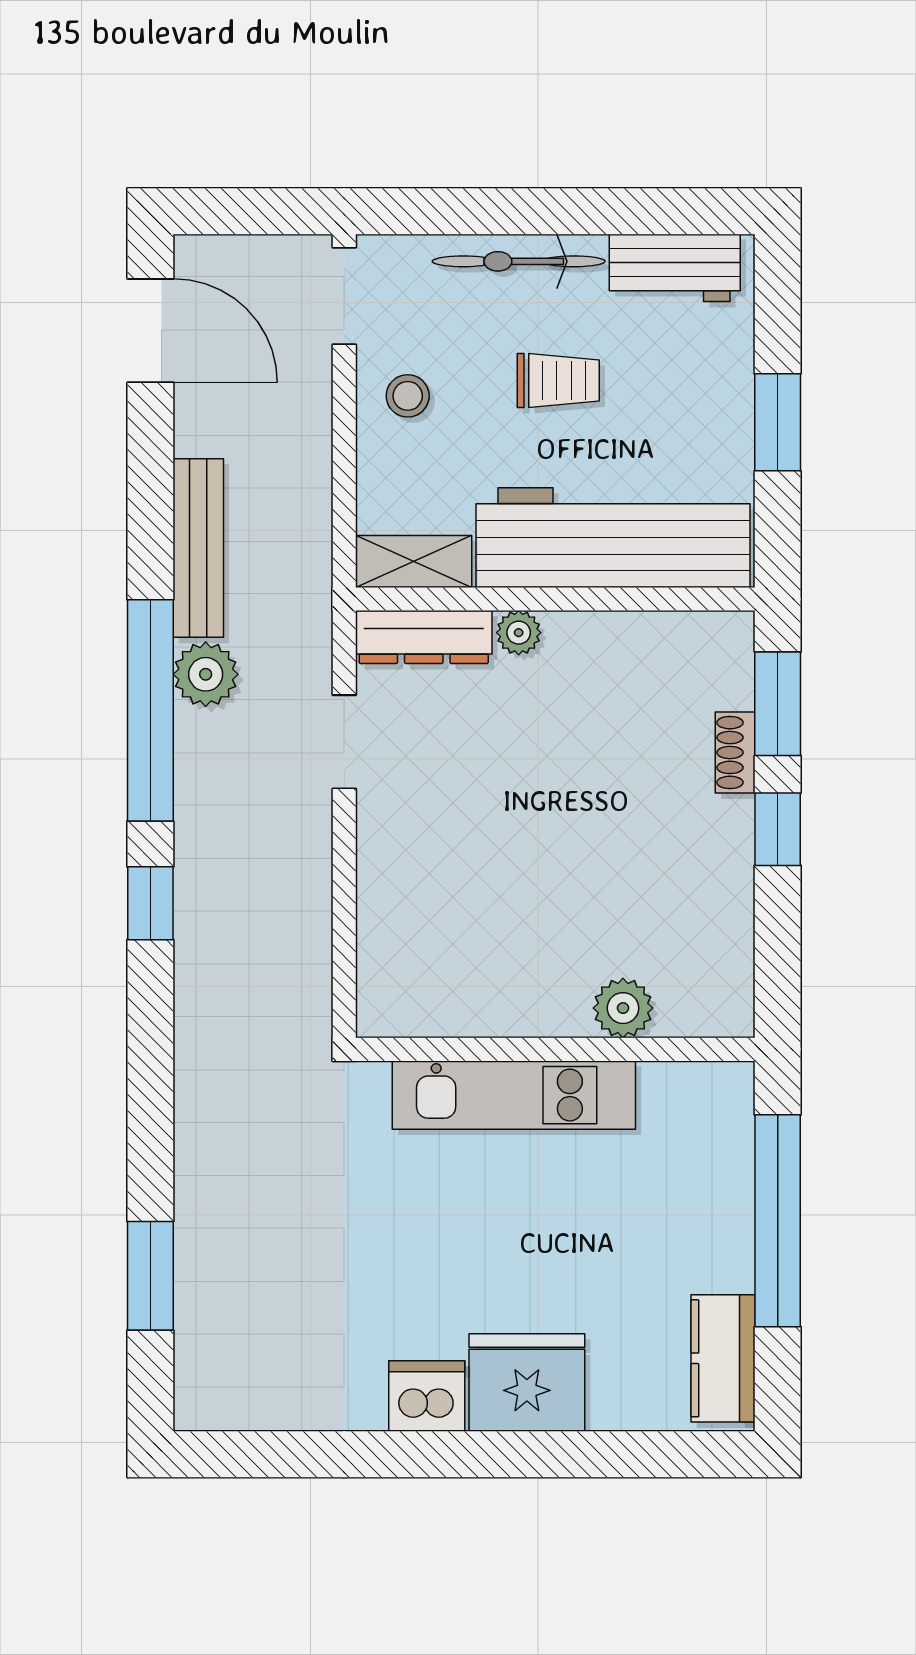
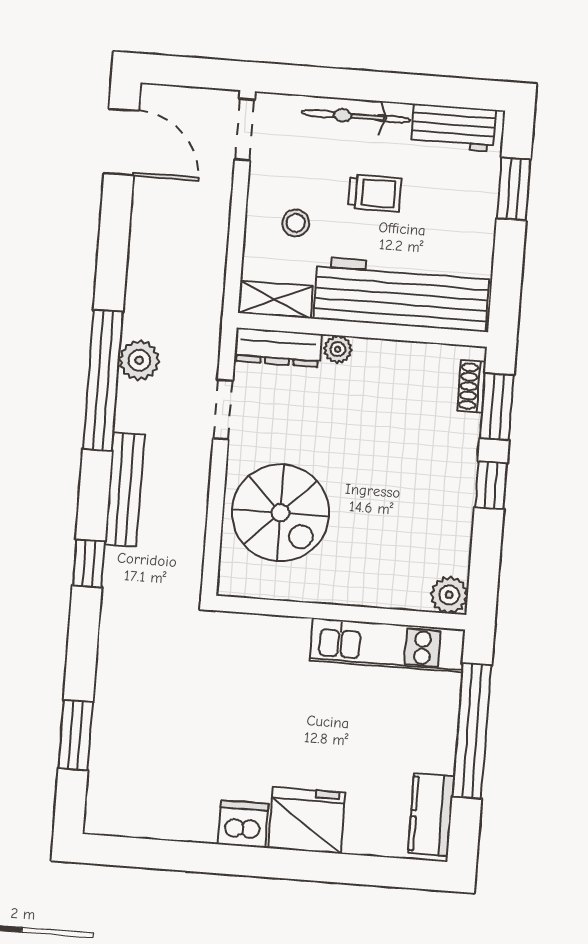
stool: (408, 396) -> (296, 223), moved
window: (778, 422) -> (514, 189), moved
bench: (198, 548) -> (125, 490), moved
shoe rack: (735, 752) -> (472, 386), moved
spiral stairs: (448, 898) -> (280, 513), added
window: (150, 903) -> (89, 563), moved
plant: (623, 1008) -> (449, 595), moved
kitchen unit: (514, 1095) -> (387, 645), moved

